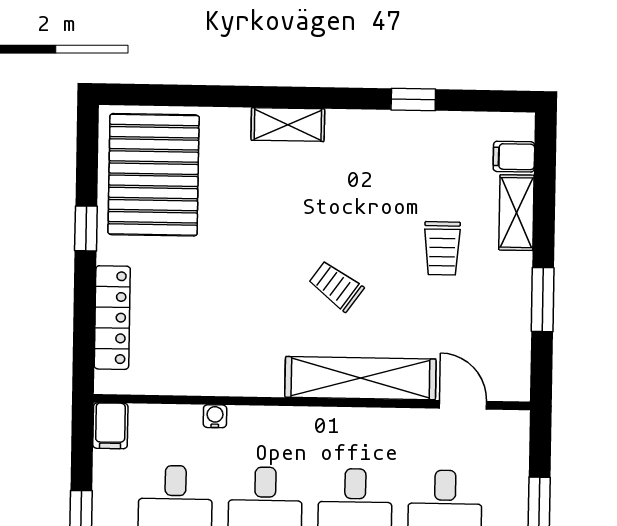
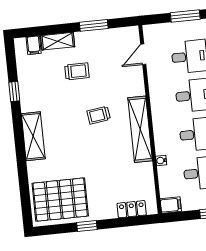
shelving: (288, 125) -> (33, 136), width x1.50, depth x1.33
trolley: (336, 286) -> (99, 115), turned 46
locker: (112, 318) -> (132, 209), width x0.66
shelving: (360, 378) -> (140, 129), moved

